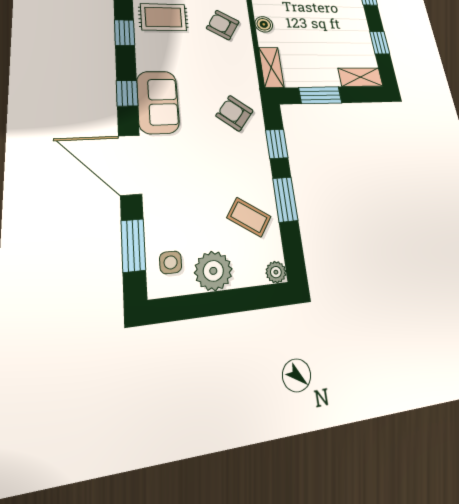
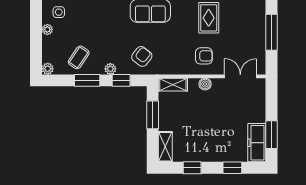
armchair: (223, 25) -> (204, 56), turned 59
plant: (261, 162) -> (110, 69), added
plant: (213, 271) -> (47, 29), width x0.53, depth x0.53

